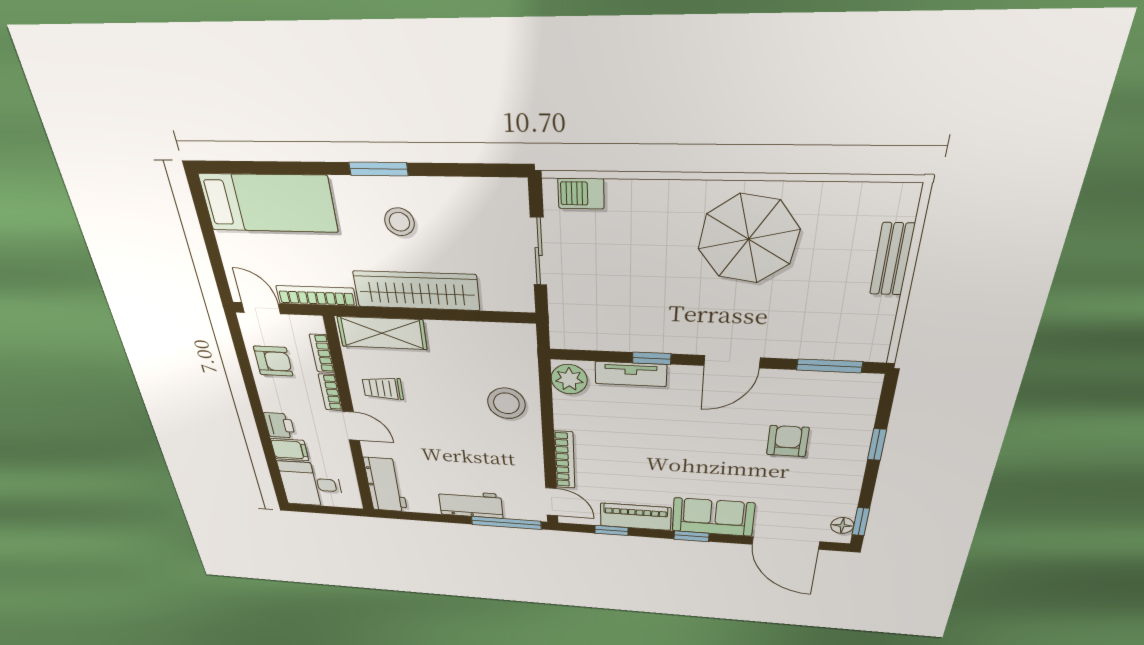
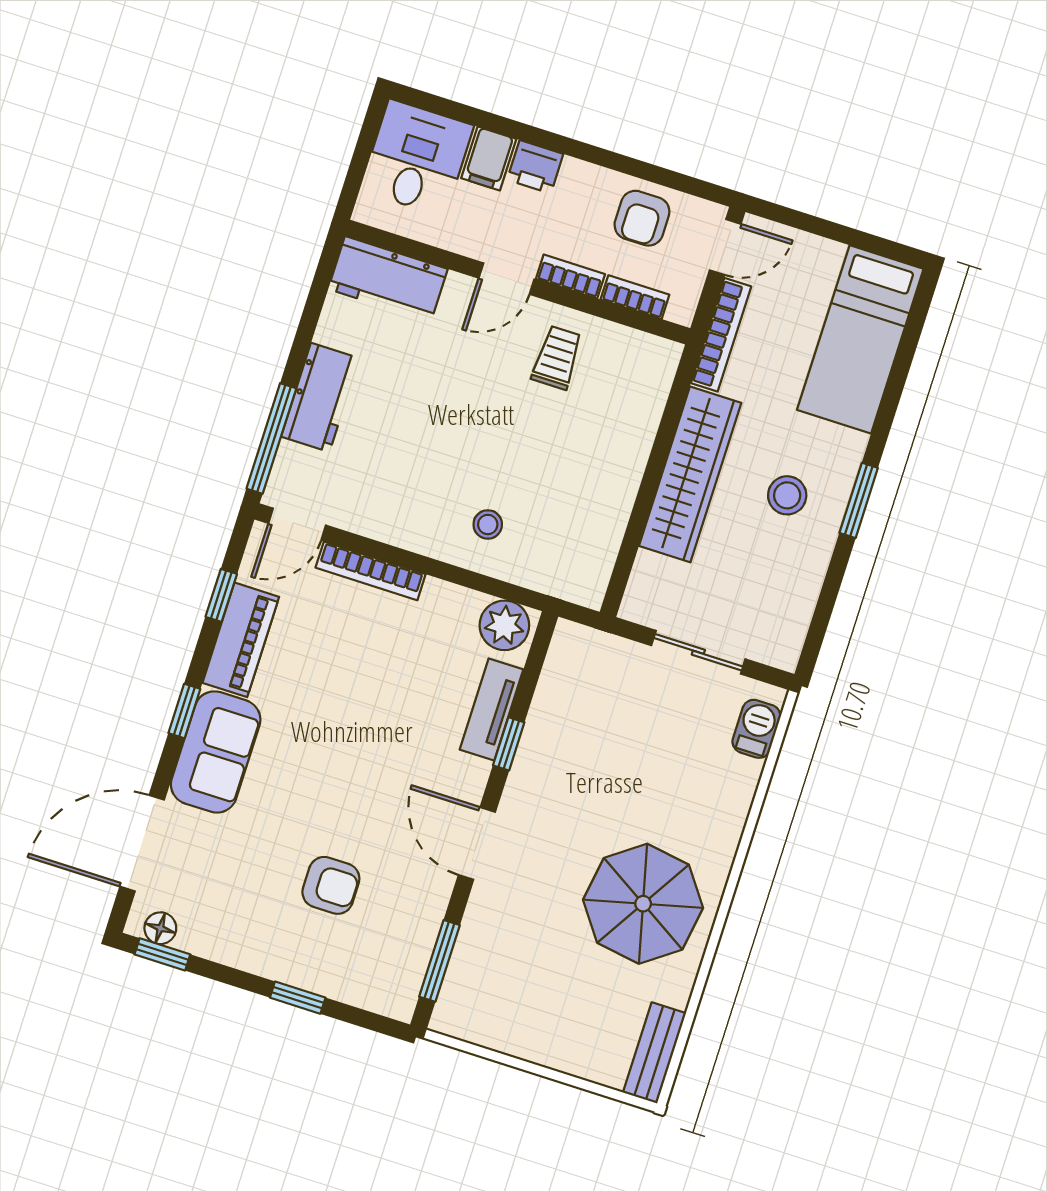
bench: (892, 259) -> (654, 1053), moved, turned 90
shelving: (382, 333) -> (642, 399), removed
stool: (506, 403) -> (488, 524), width x0.53, depth x0.53

